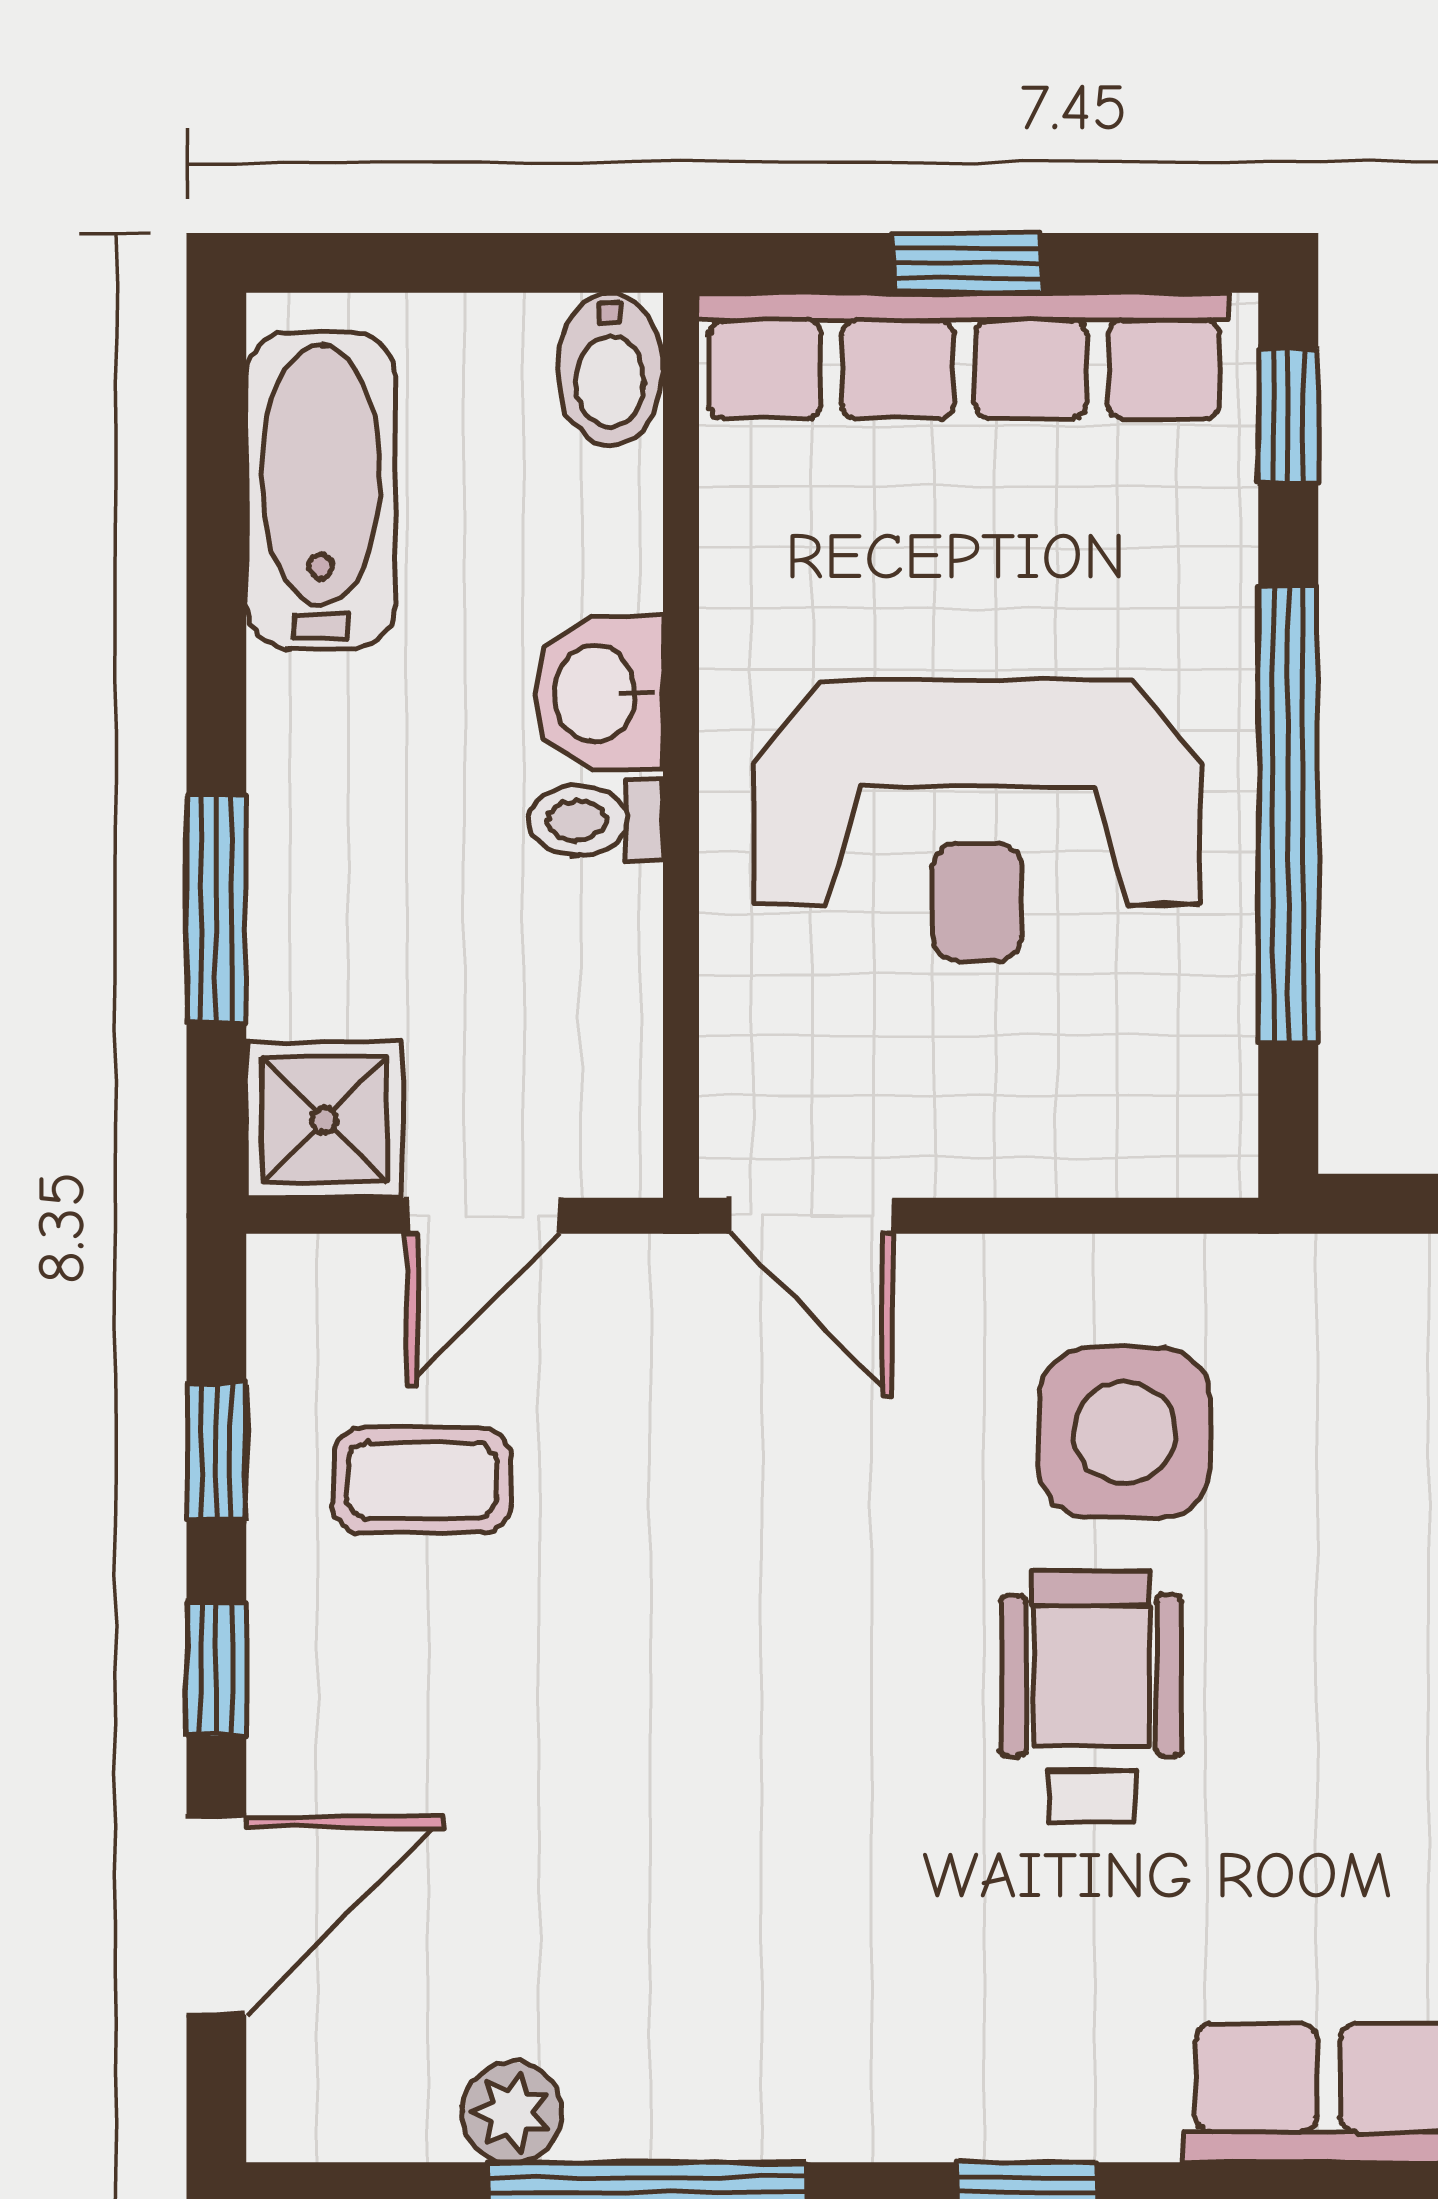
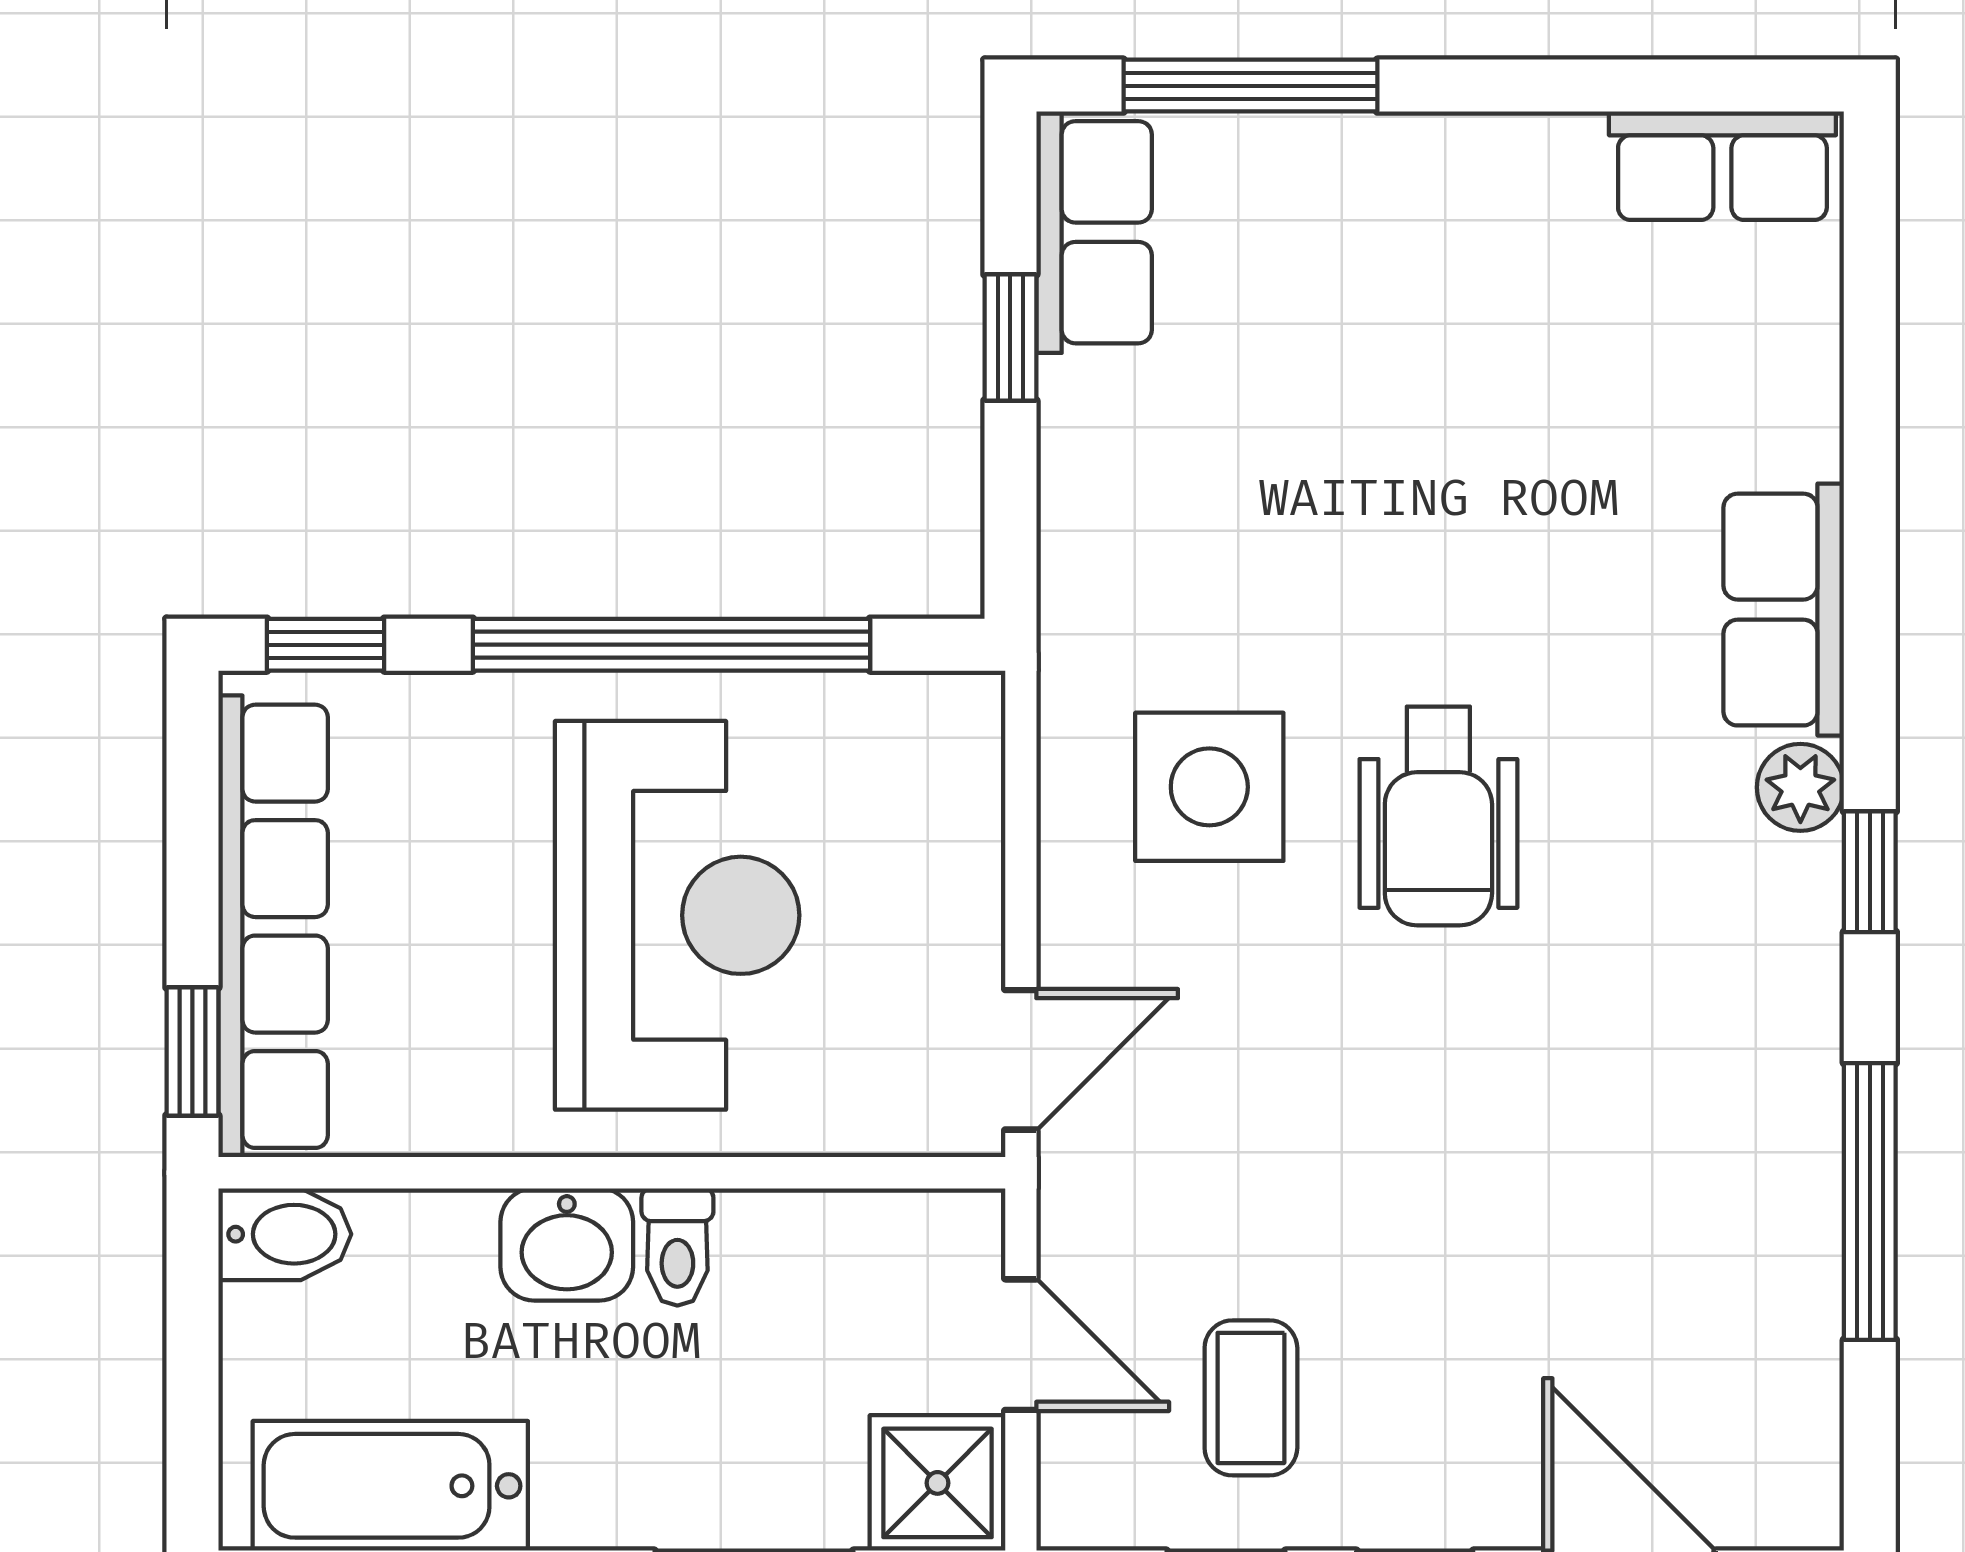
window: (967, 263) -> (192, 1052), moved
wheelchair: (1091, 1696) -> (1438, 816), turned -90
plant: (512, 2112) -> (1800, 787), moved

